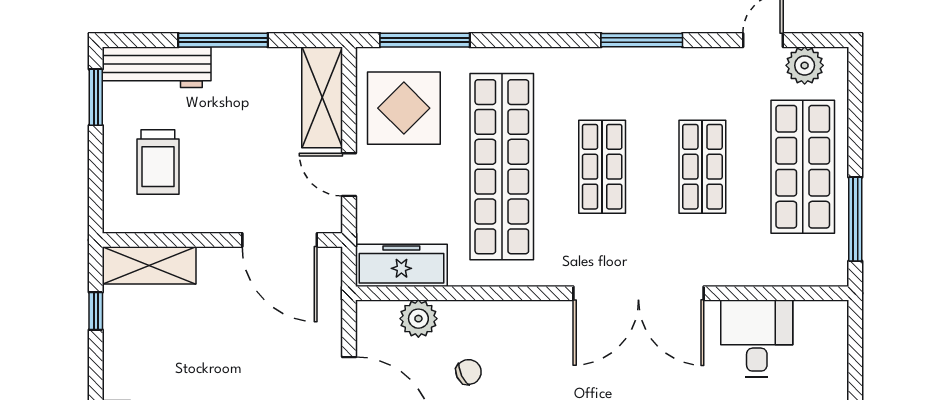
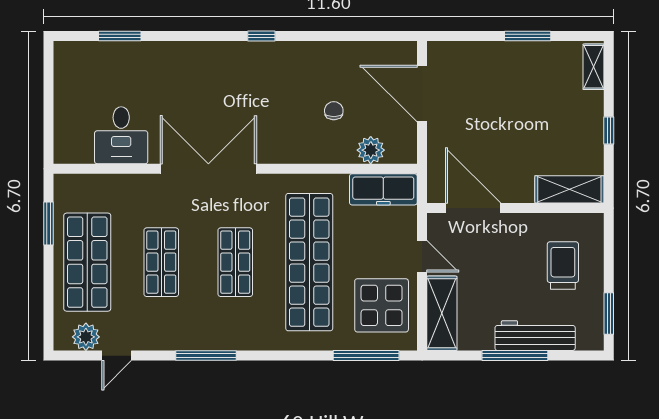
workbench: (157, 67) -> (535, 336), moved
window: (855, 219) -> (48, 223), width x0.69
window: (96, 311) -> (609, 130), moved
chair: (469, 372) -> (334, 111), turned 115

